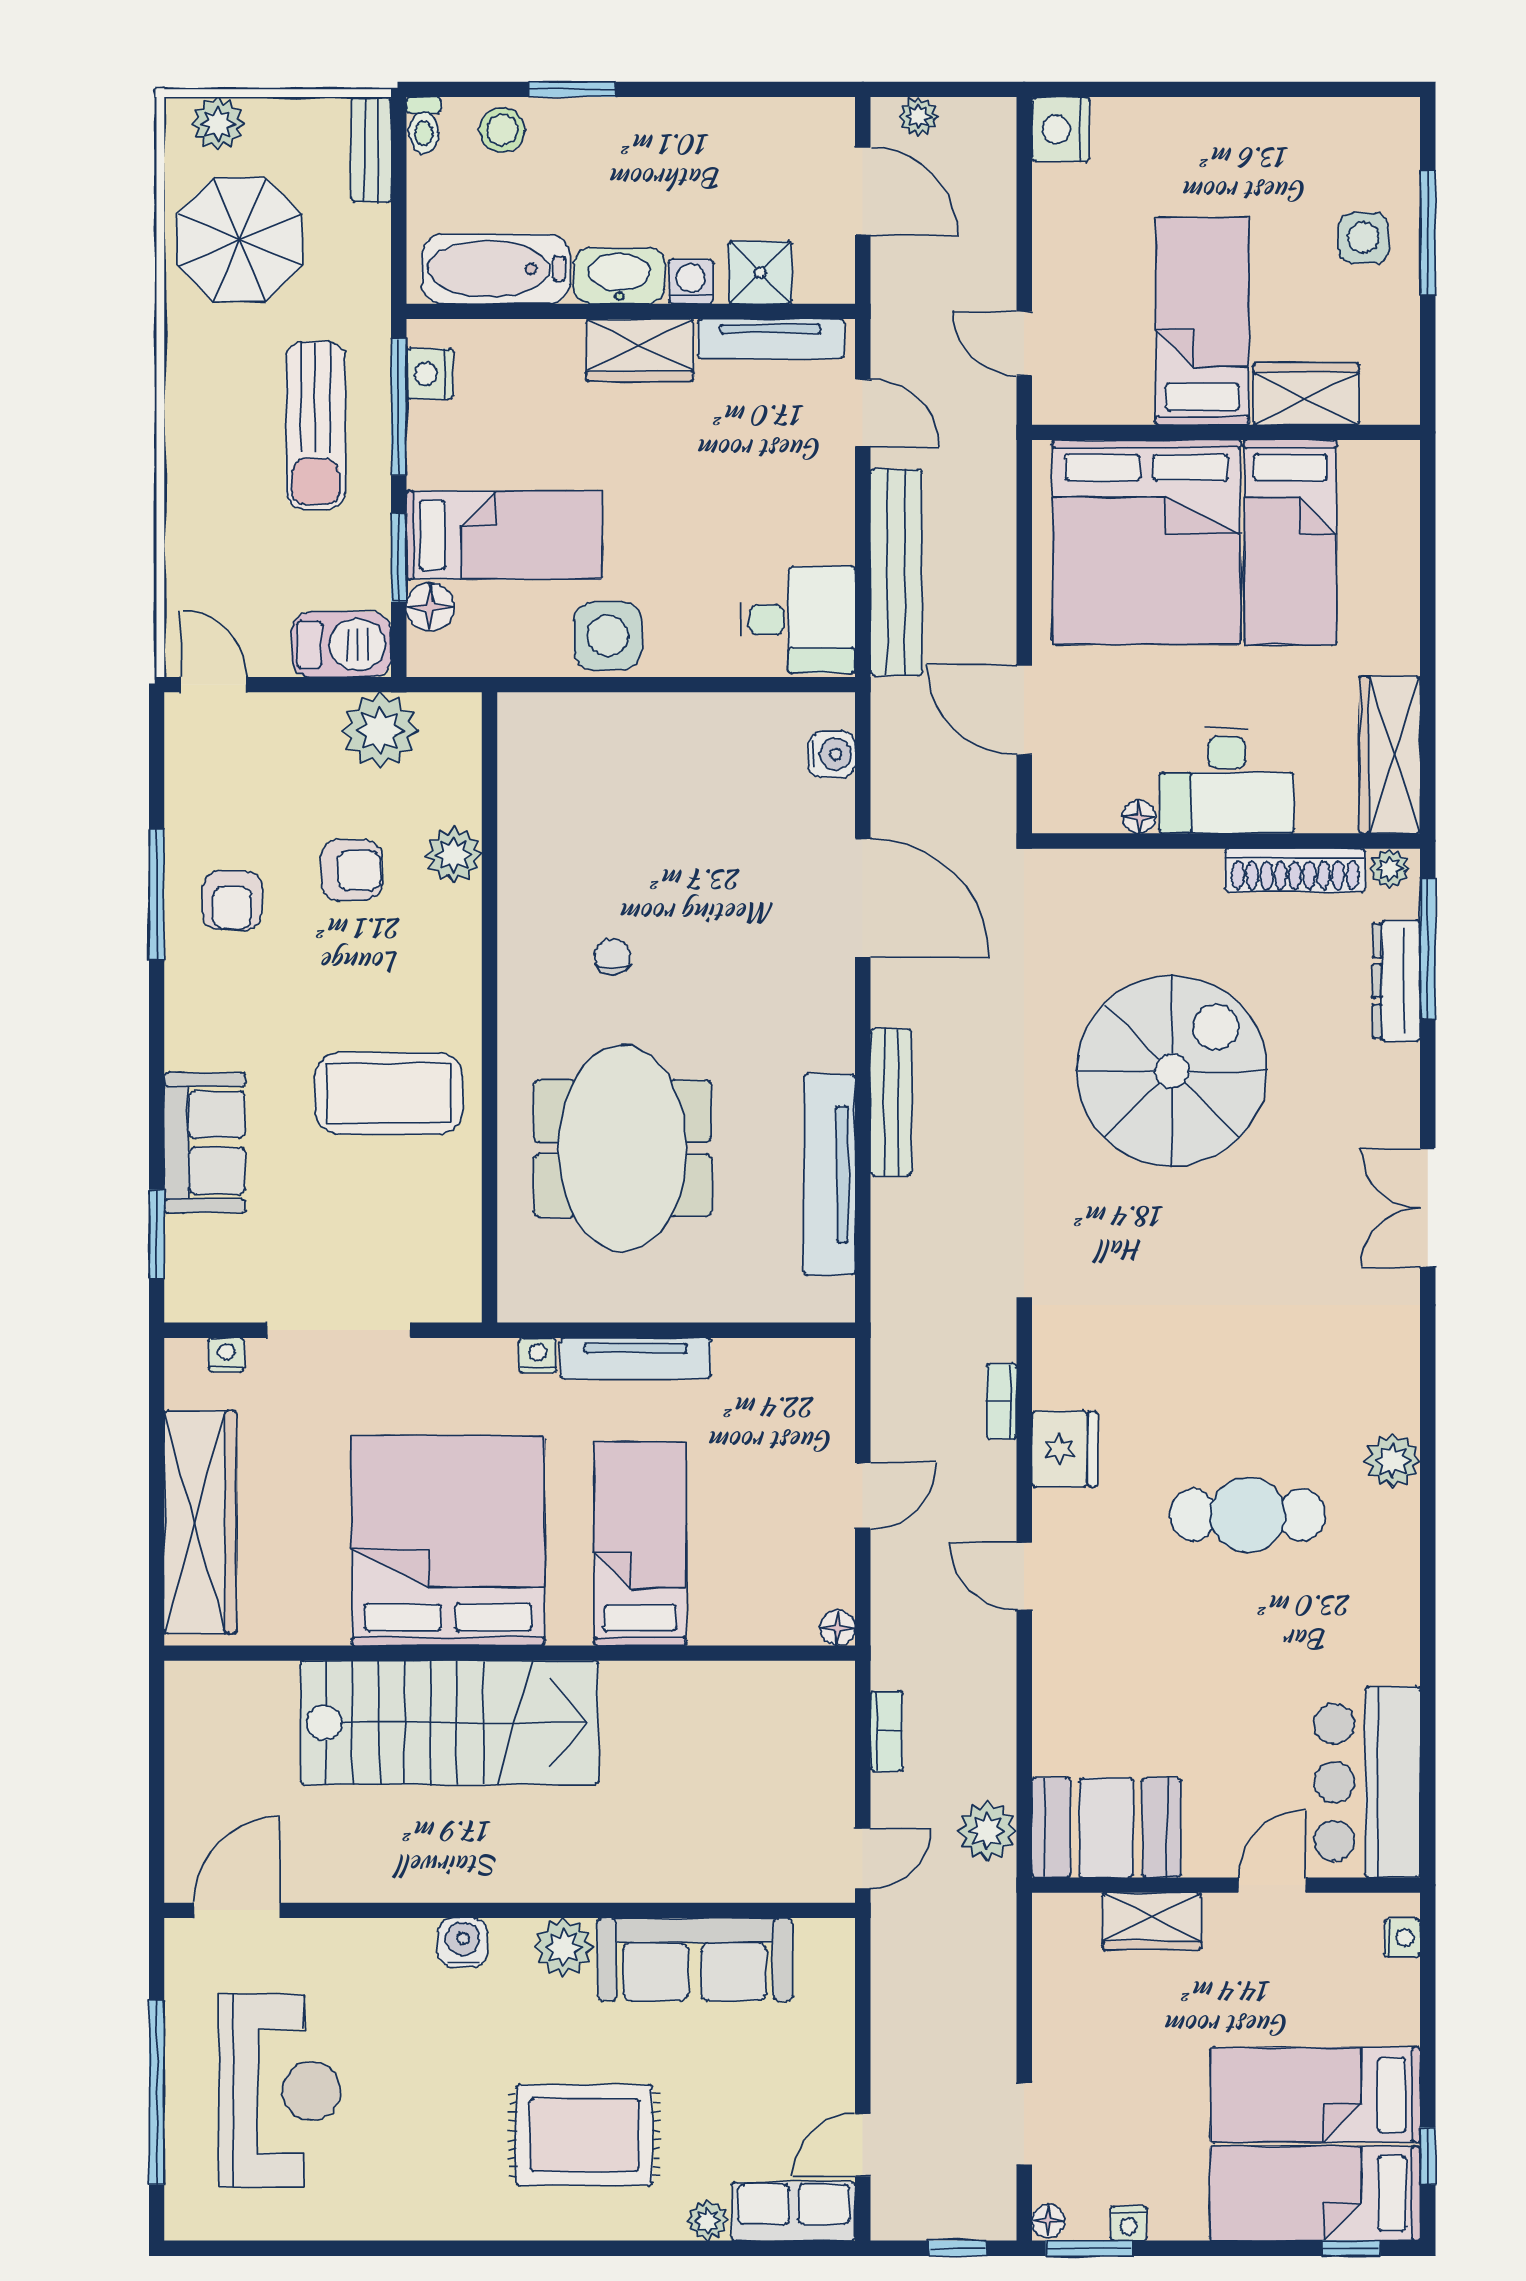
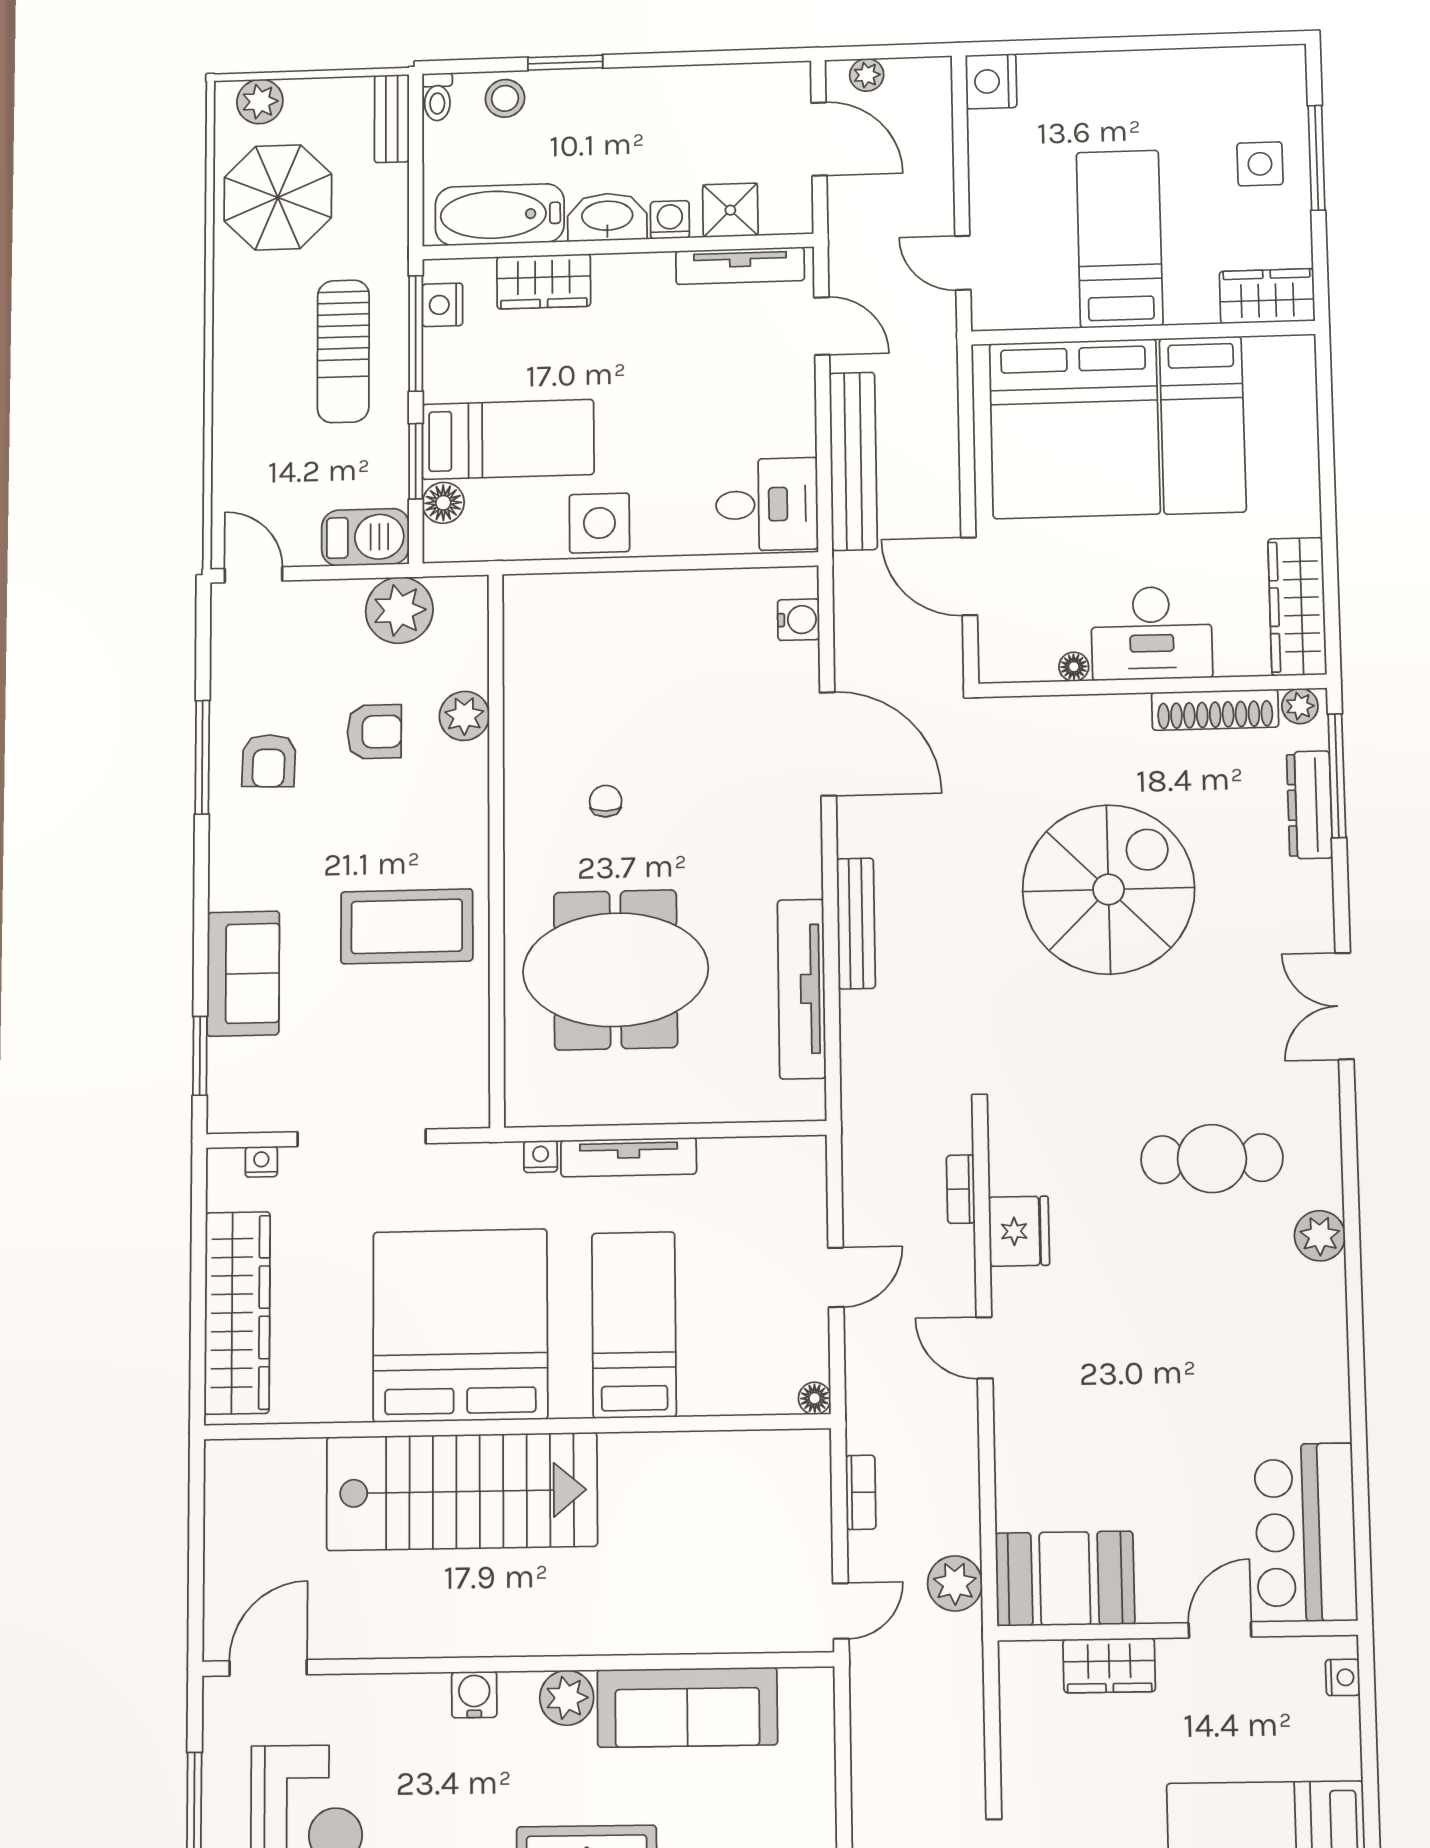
wardrobe: (640, 350) -> (544, 281), moved
wardrobe: (1306, 394) -> (1267, 296), moved
meeting table: (622, 1148) -> (615, 970), turned 90
cafe table: (1248, 1515) -> (1212, 1159), moved

